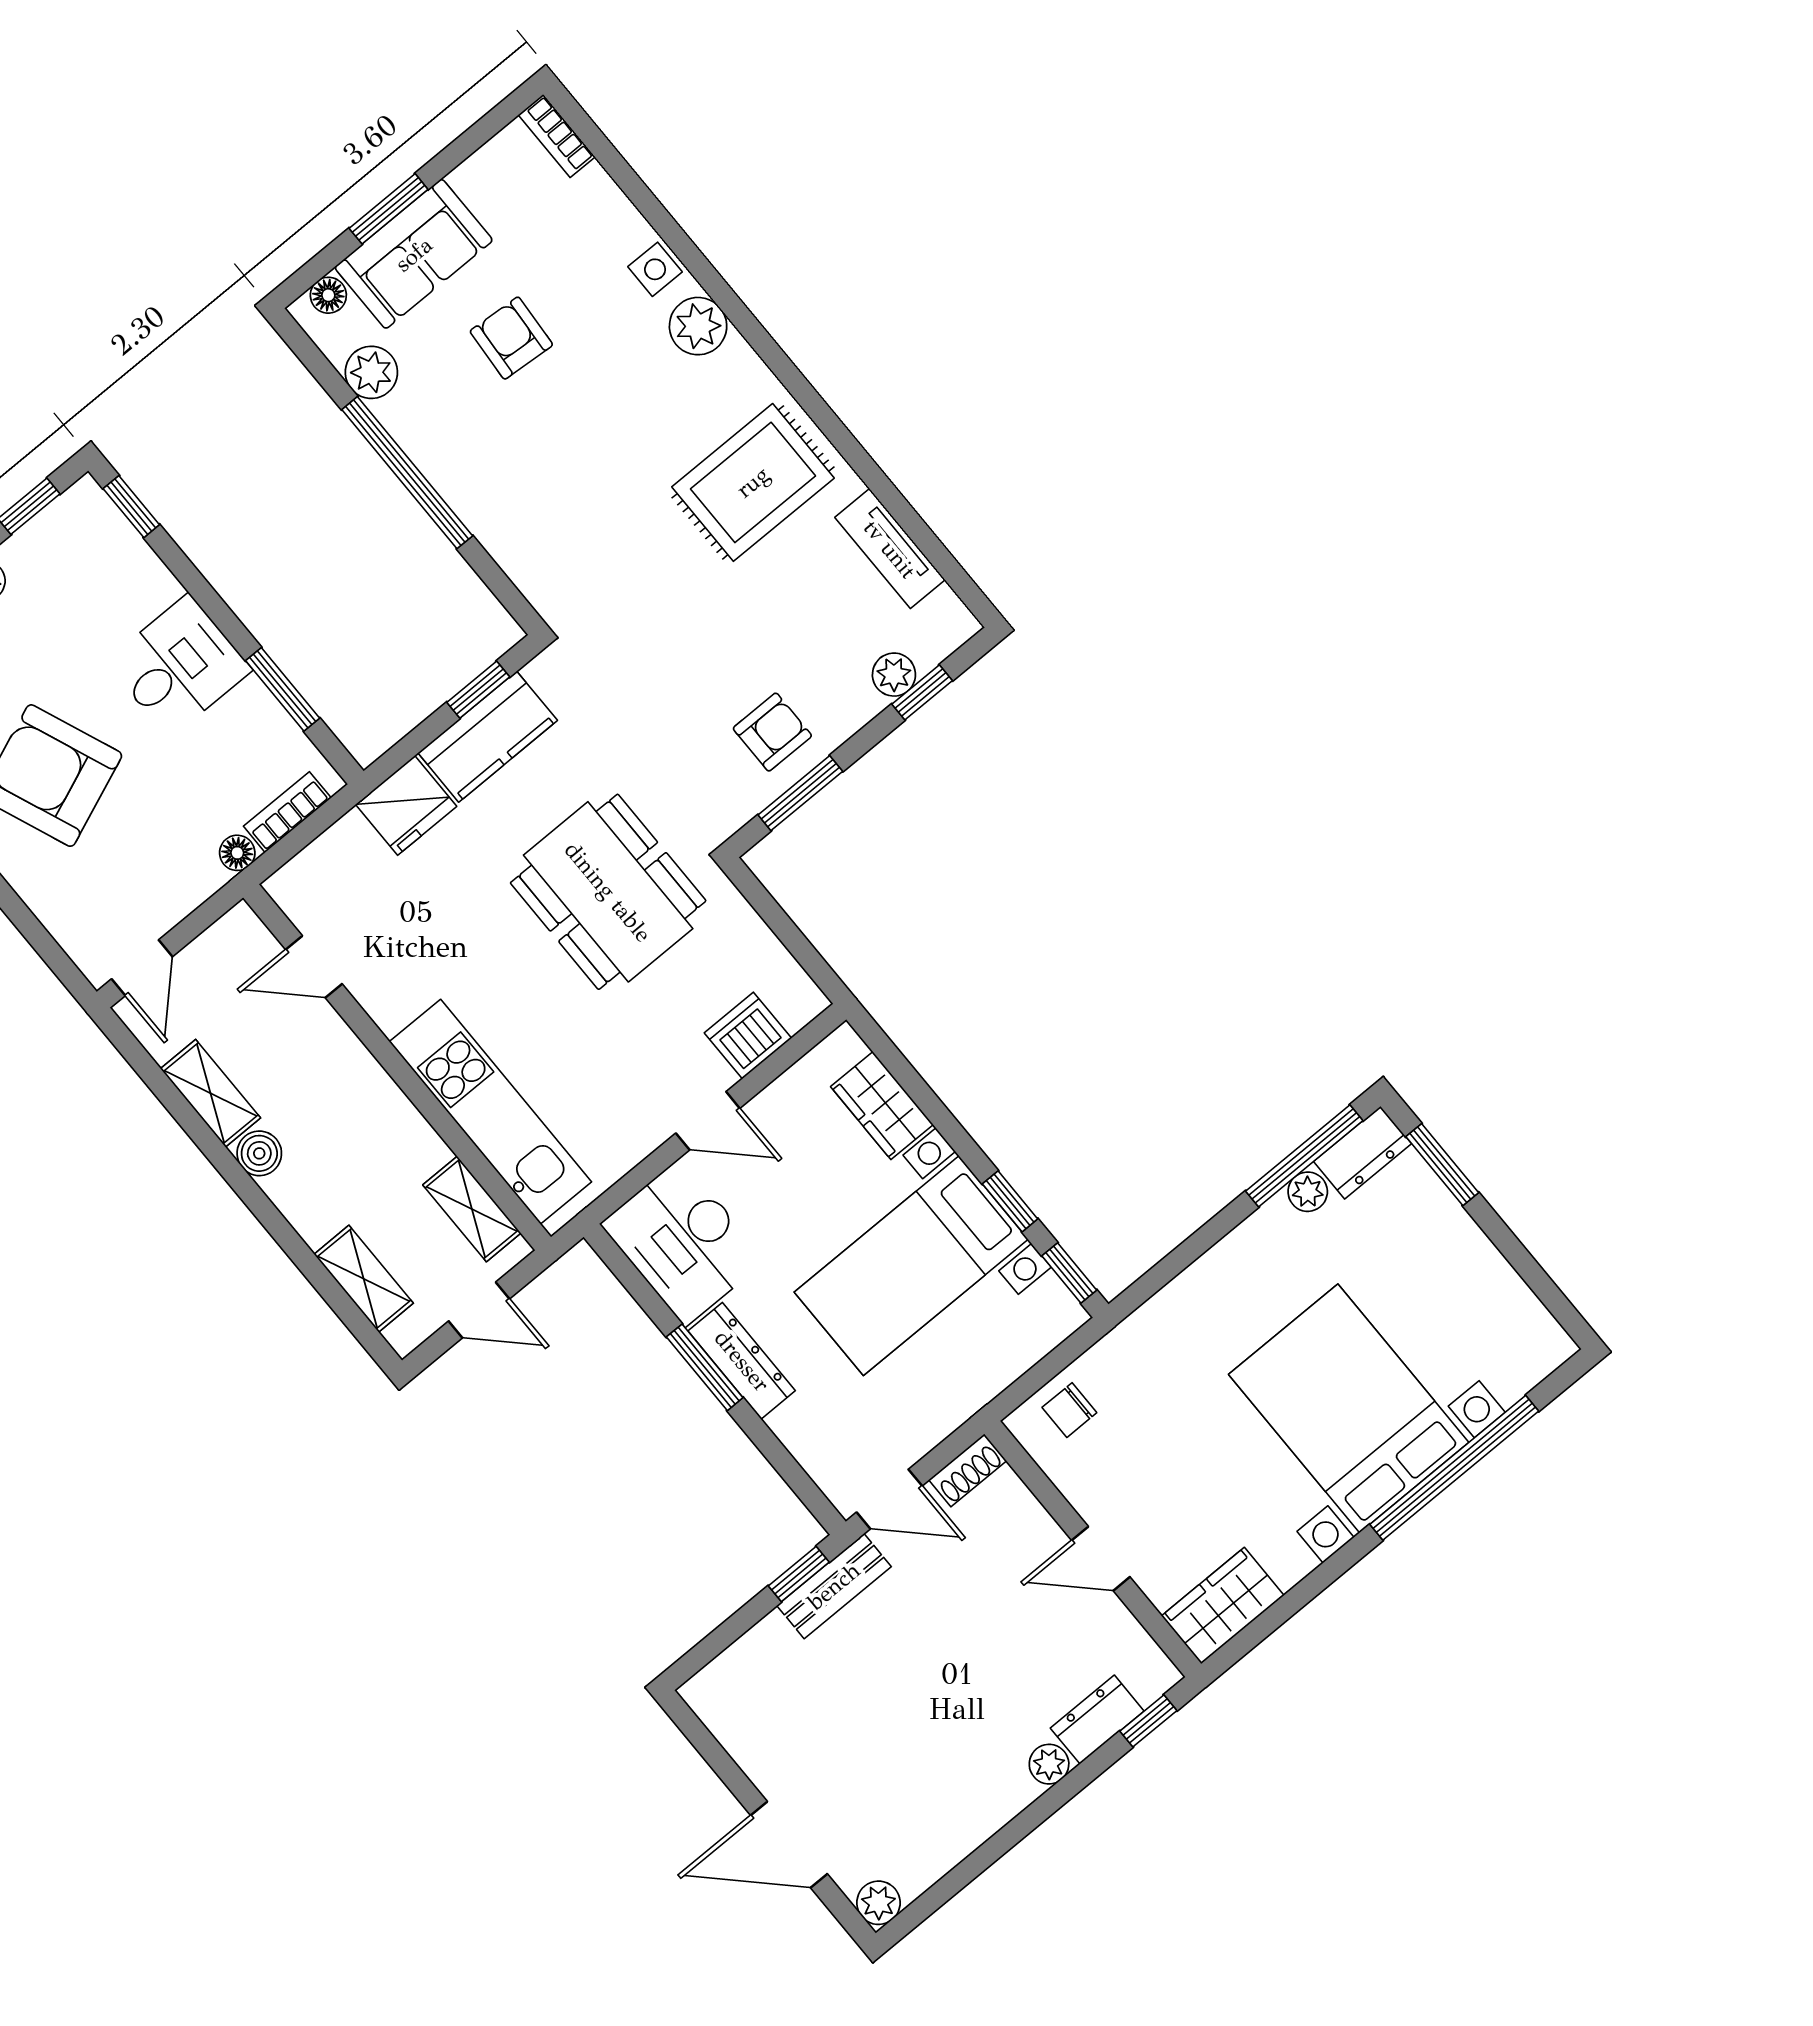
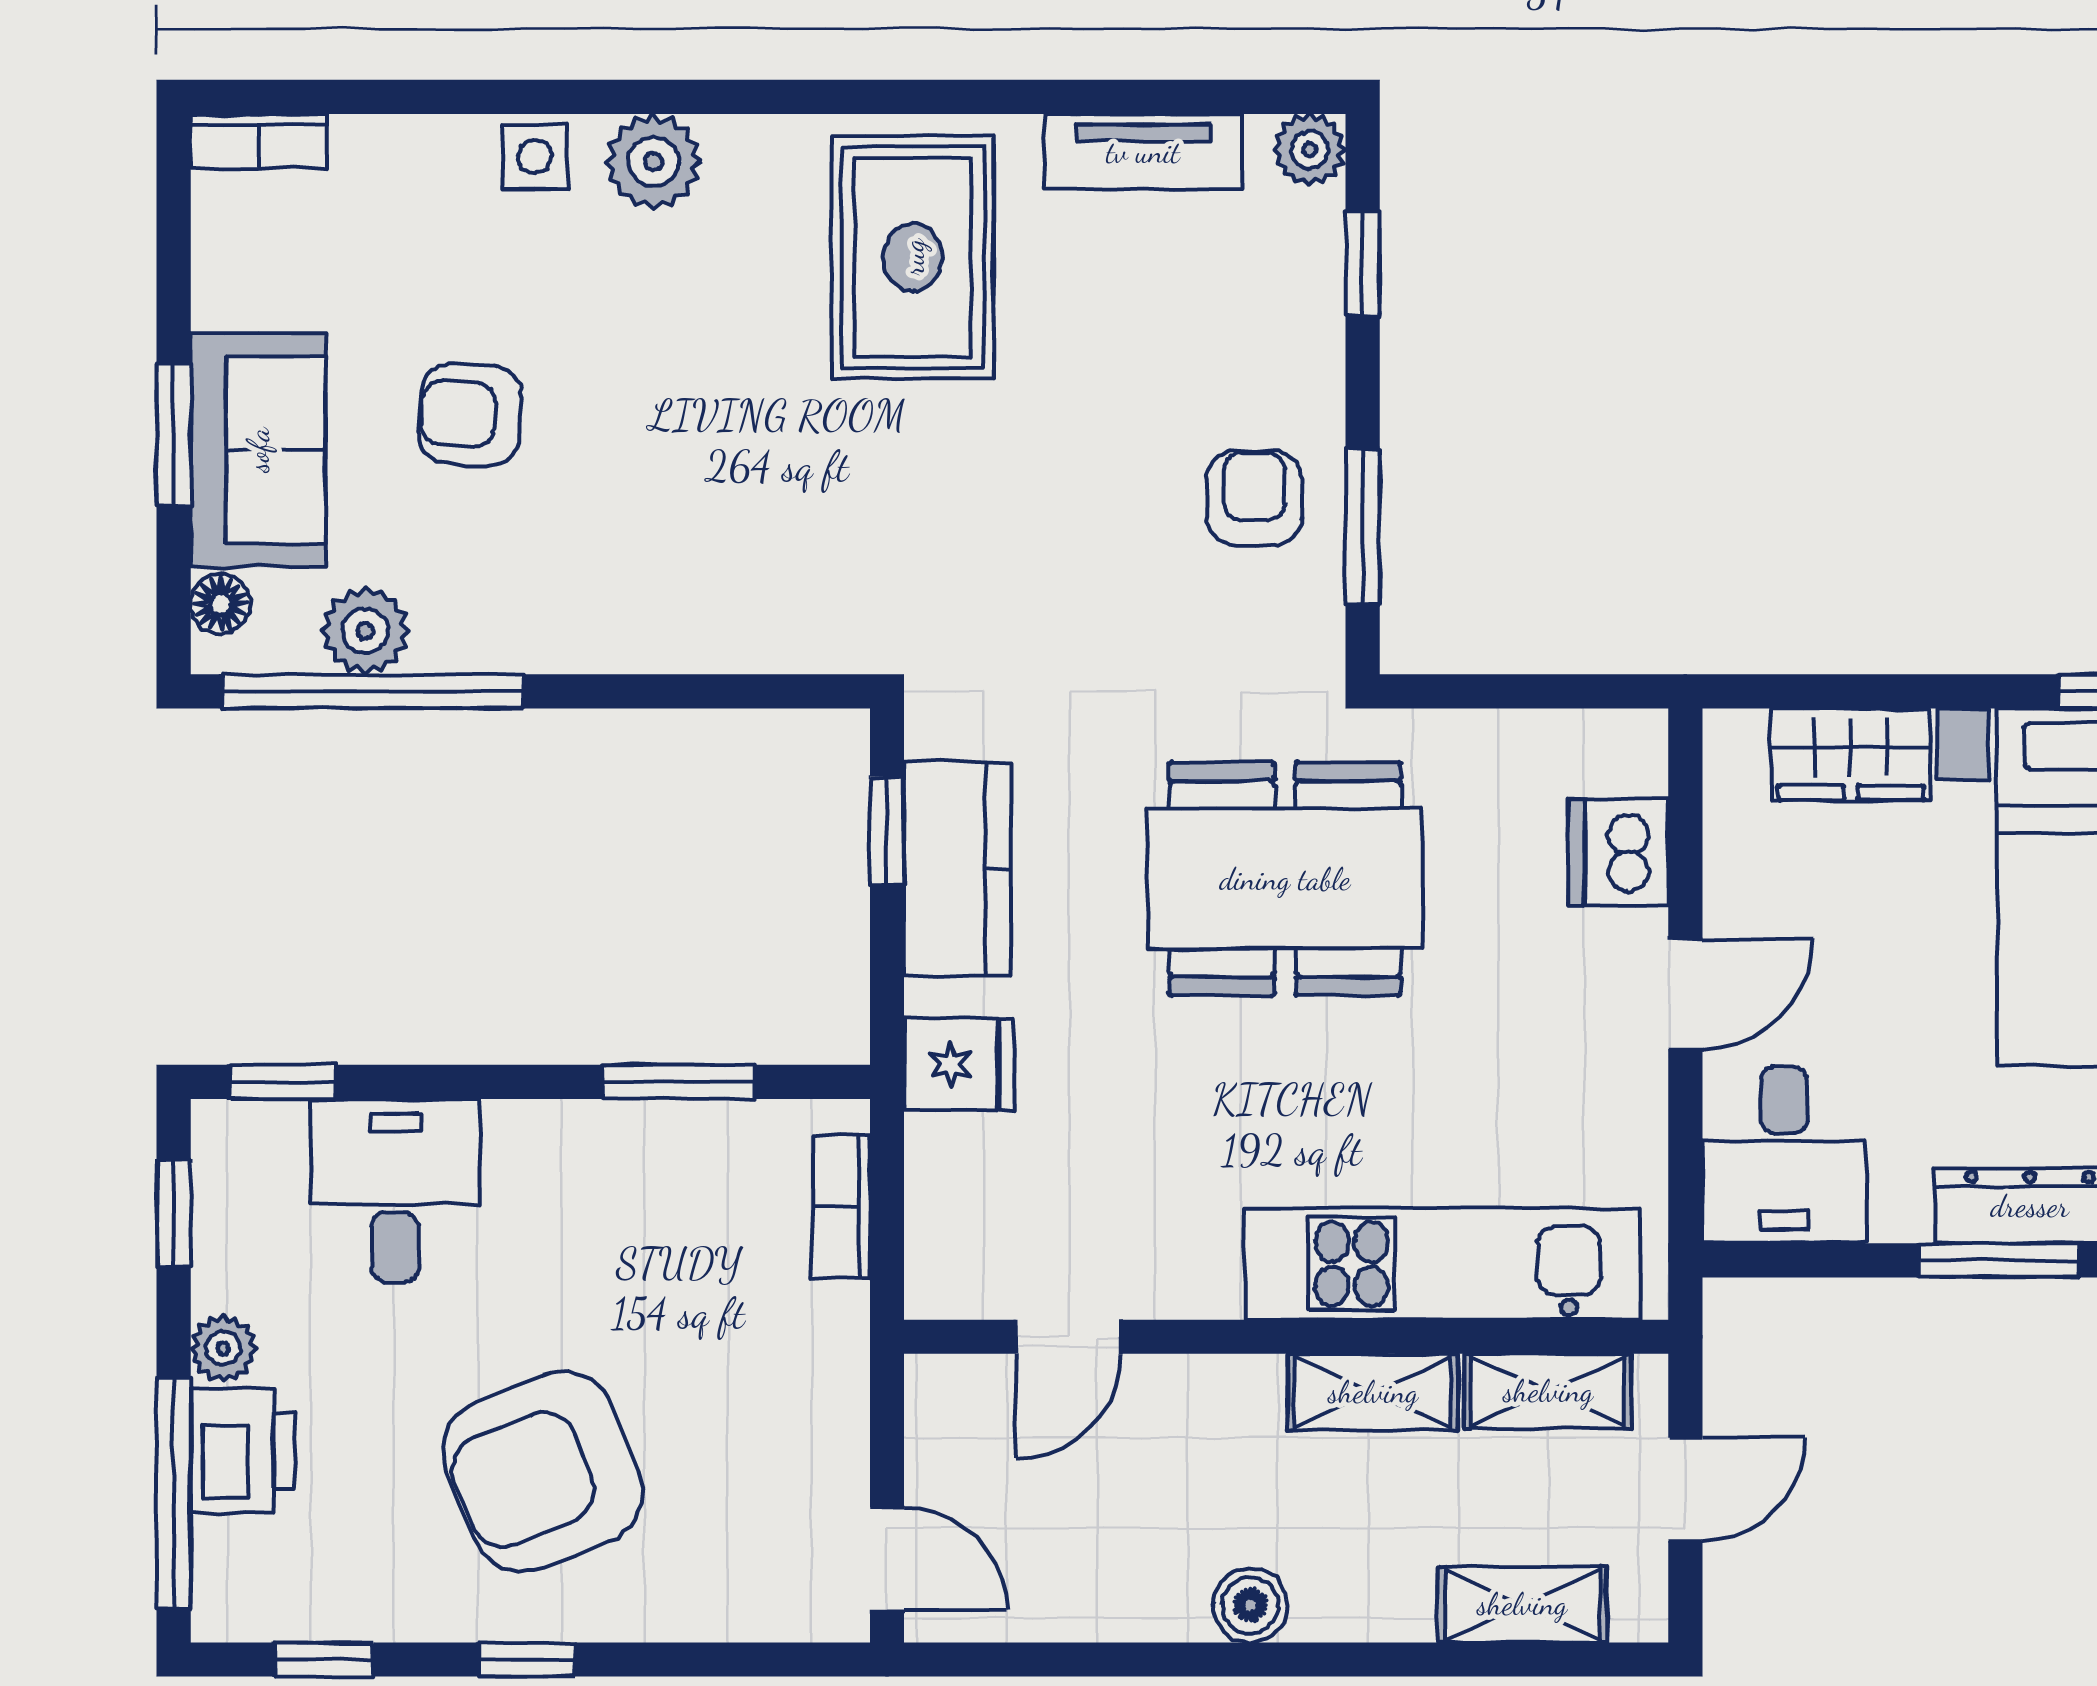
window: (407, 473) -> (373, 691), moved
desk: (179, 666) -> (395, 1190), moved
plant: (894, 675) -> (1310, 150), moved
fridge: (406, 805) -> (959, 1064), width x0.72
floor lamp: (237, 853) -> (841, 1314), removed
shelving: (211, 1093) -> (1373, 1392), moved
desk: (683, 1242) -> (1784, 1155), width x0.73

